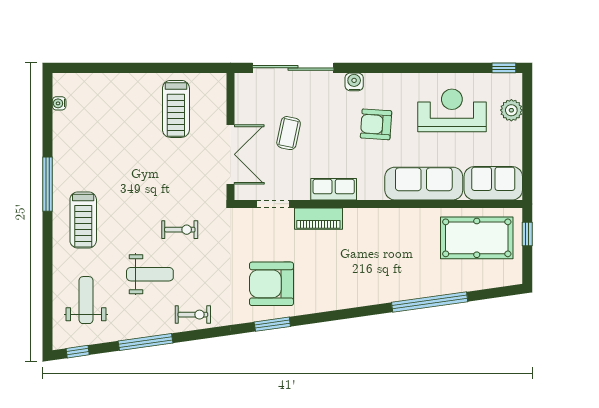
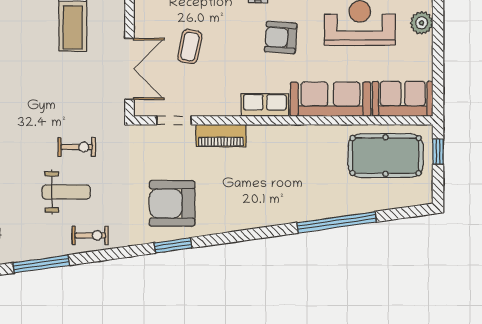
row of seats: (334, 189) -> (265, 105), moved
weight bench: (150, 274) -> (66, 192), moved

